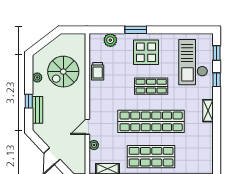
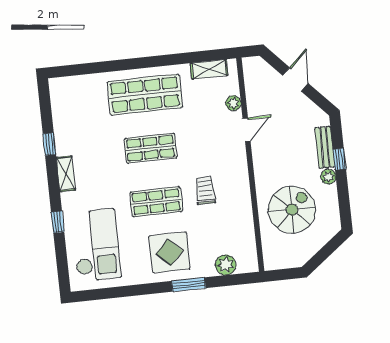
window: (217, 53) -> (49, 144), moved
trolley: (98, 71) -> (205, 190), moved
plant: (37, 77) -> (328, 177), moved
shop shelf: (151, 121) -> (151, 148), width x0.50, depth x0.74

